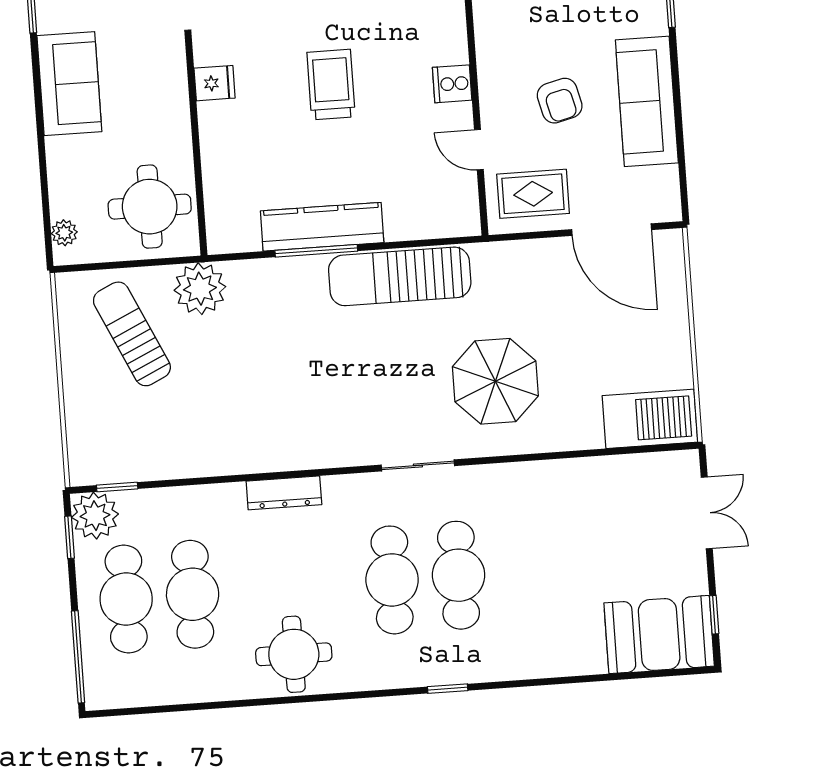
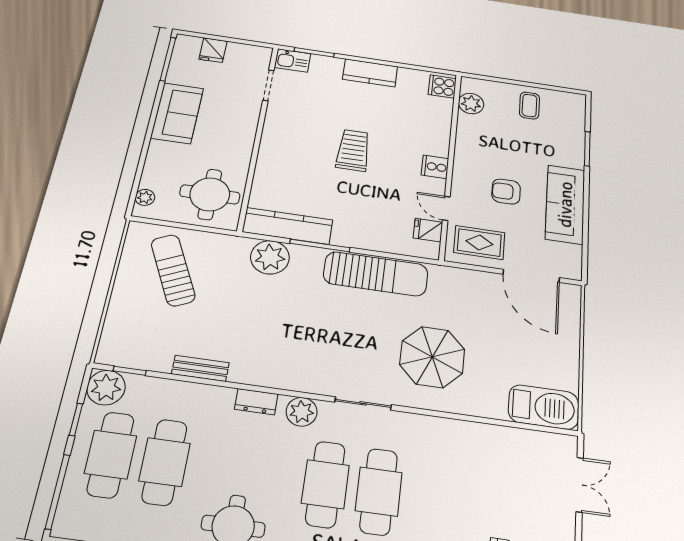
fridge: (215, 83) -> (428, 230), moved, turned 180
armchair: (560, 101) -> (506, 192), turned 104
kitchen counter: (322, 227) -> (288, 226), moved
sun lounger: (400, 276) -> (376, 274), turned 180
plant: (200, 289) -> (270, 257), moved
bench: (204, 464) -> (200, 368), added
dresser: (284, 493) -> (256, 402), width x0.70
plant: (343, 494) -> (302, 412), added
window: (69, 537) -> (76, 420), moved

